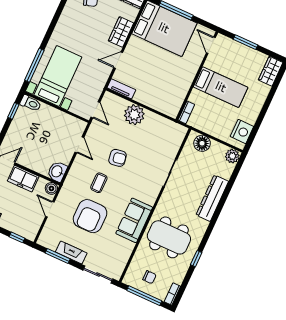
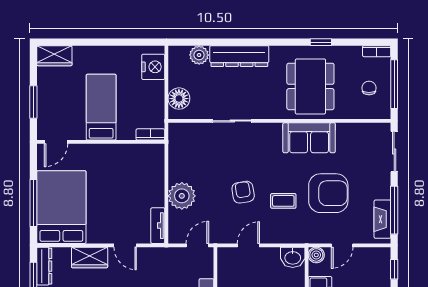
nightstand: (242, 132) -> (153, 67), moved, turned 90
plant: (232, 156) -> (199, 55), moved
fireplace: (71, 253) -> (382, 219), moved
window: (58, 256) -> (394, 210), width x1.44

